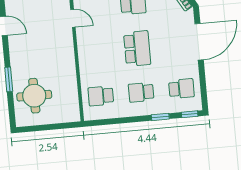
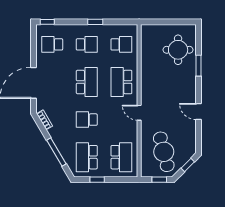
school desk: (137, 48) -> (87, 82), turned 180
school desk: (97, 52) -> (121, 82), added
window: (160, 117) -> (95, 22), moved

